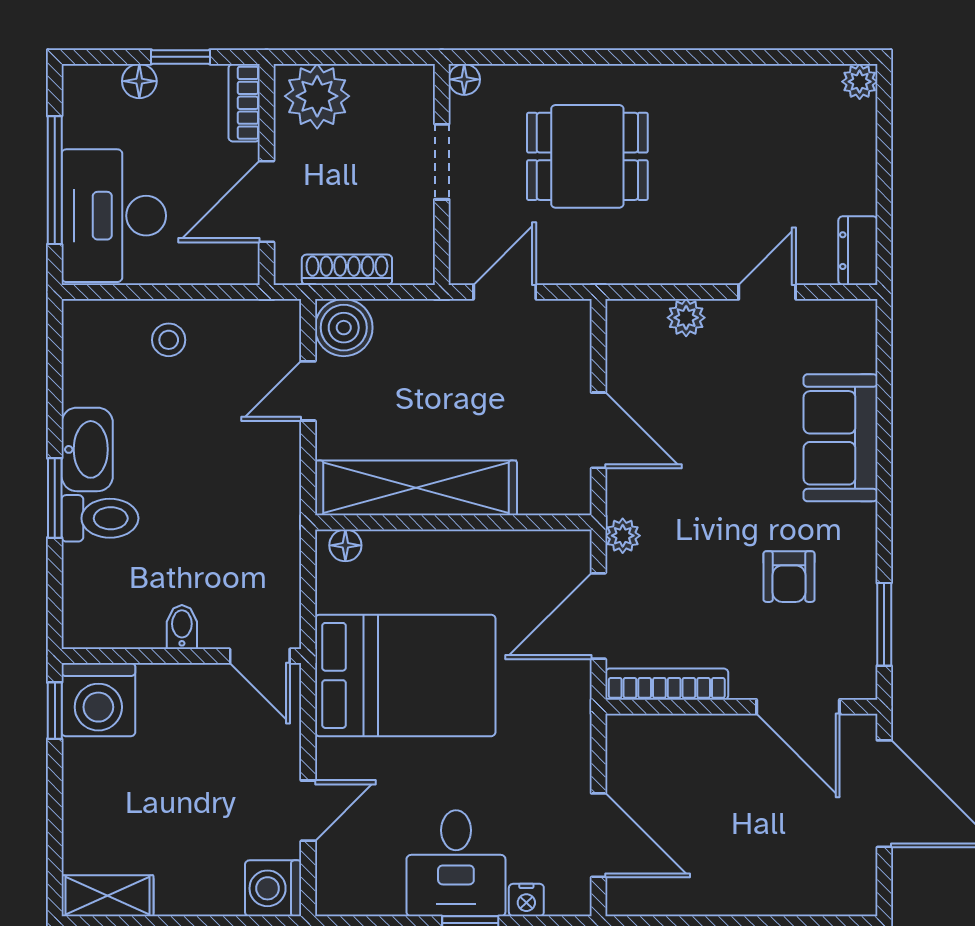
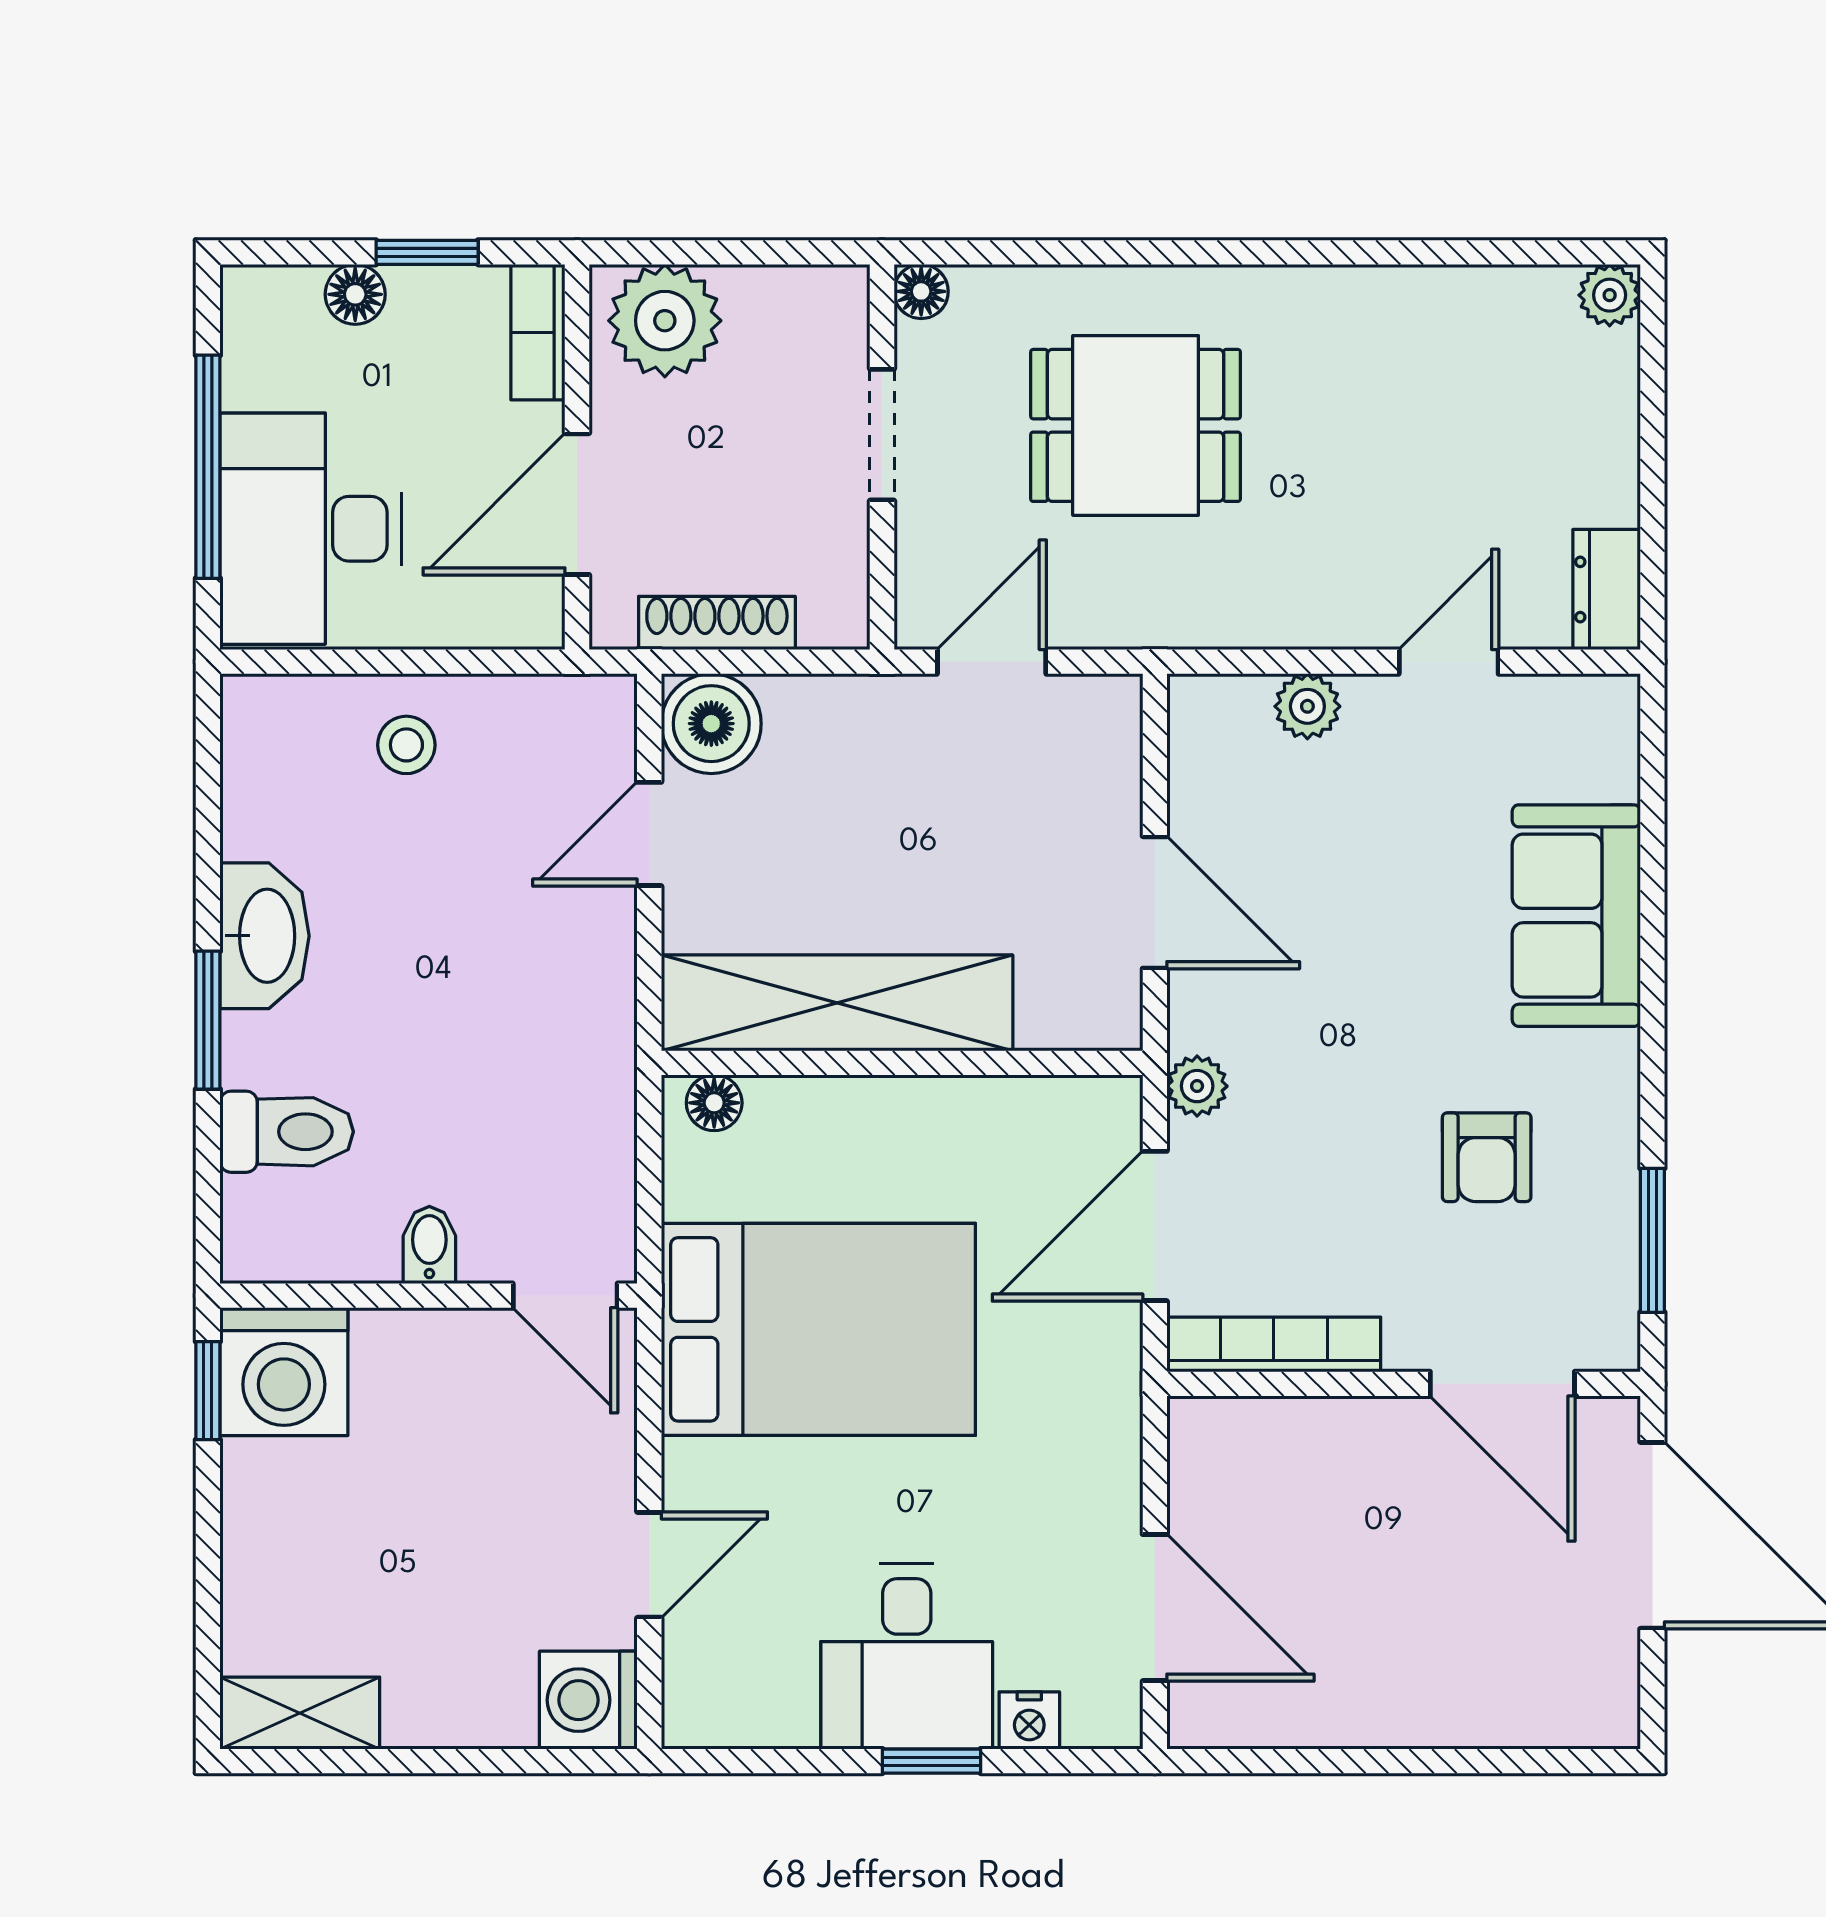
toilet: (100, 518) -> (287, 1132), moved

